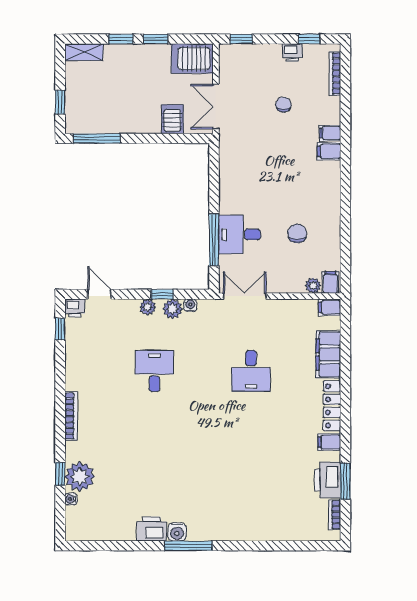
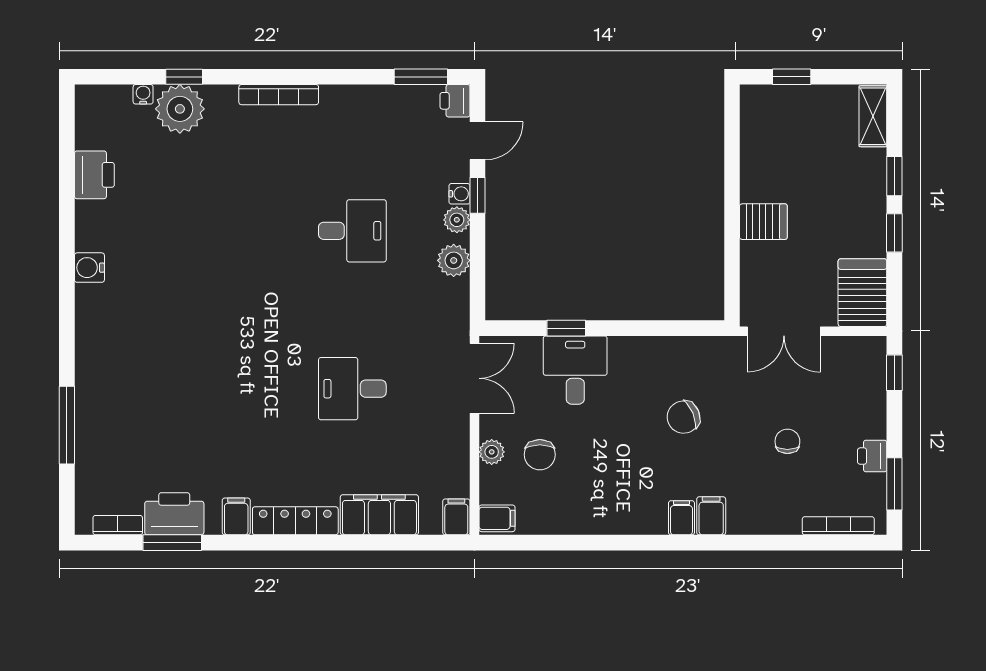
window: (309, 39) -> (894, 484), width x1.50
chair: (283, 105) -> (787, 441), turned -90
double door: (216, 107) -> (784, 331), swing flipped
server rack: (172, 119) -> (763, 222), moved
filing cabinet: (330, 133) -> (681, 518), moved
window: (97, 139) -> (732, 136), removed
chair: (268, 168) -> (684, 417), added
chair: (297, 233) -> (540, 455), moved, turned 90
window: (214, 240) -> (566, 328), width x0.46
plant: (313, 286) -> (492, 452), moved
window: (162, 294) -> (478, 195), moved
water cooler: (190, 305) -> (459, 194), moved
window: (60, 329) -> (421, 77), width x1.50
printer: (152, 529) -> (94, 175), moved
window: (188, 546) -> (67, 425), moved

